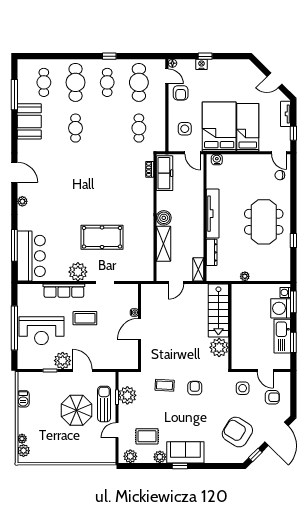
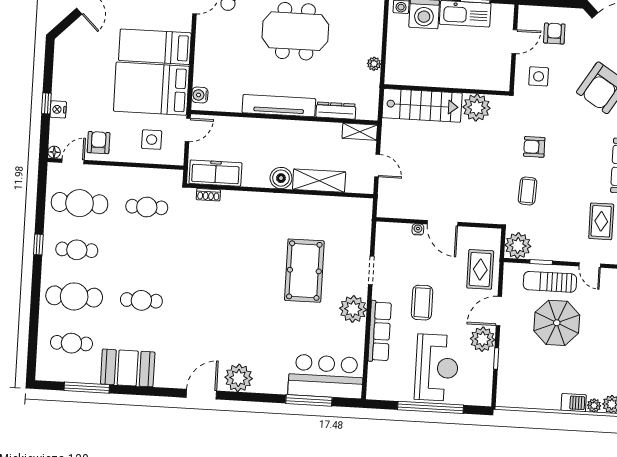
armchair: (181, 93) -> (99, 143), turned -90
plant: (22, 201) -> (239, 378), width x1.87, depth x1.87
rug: (110, 356) -> (480, 269), added
plant: (127, 395) -> (518, 246), moved
barbecue: (23, 399) -> (574, 403), moved

